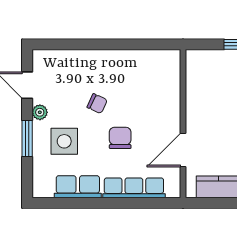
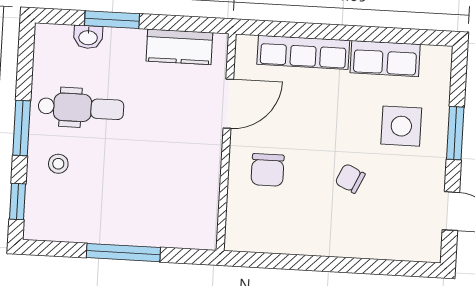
plant: (40, 112) -> (435, 170), removed
chair: (120, 138) -> (268, 170), moved

